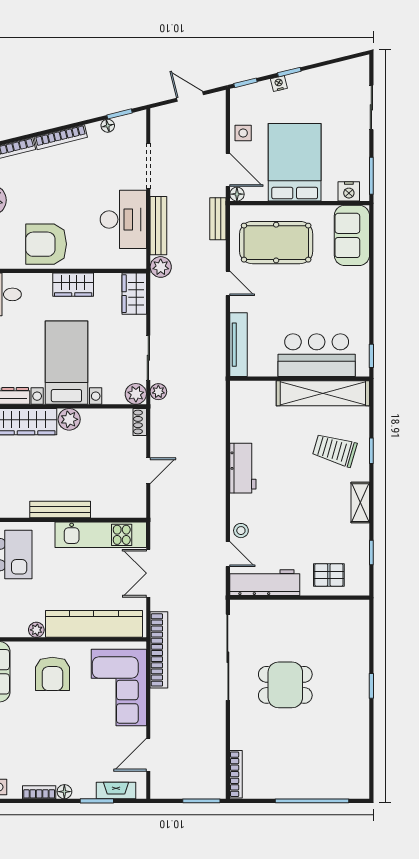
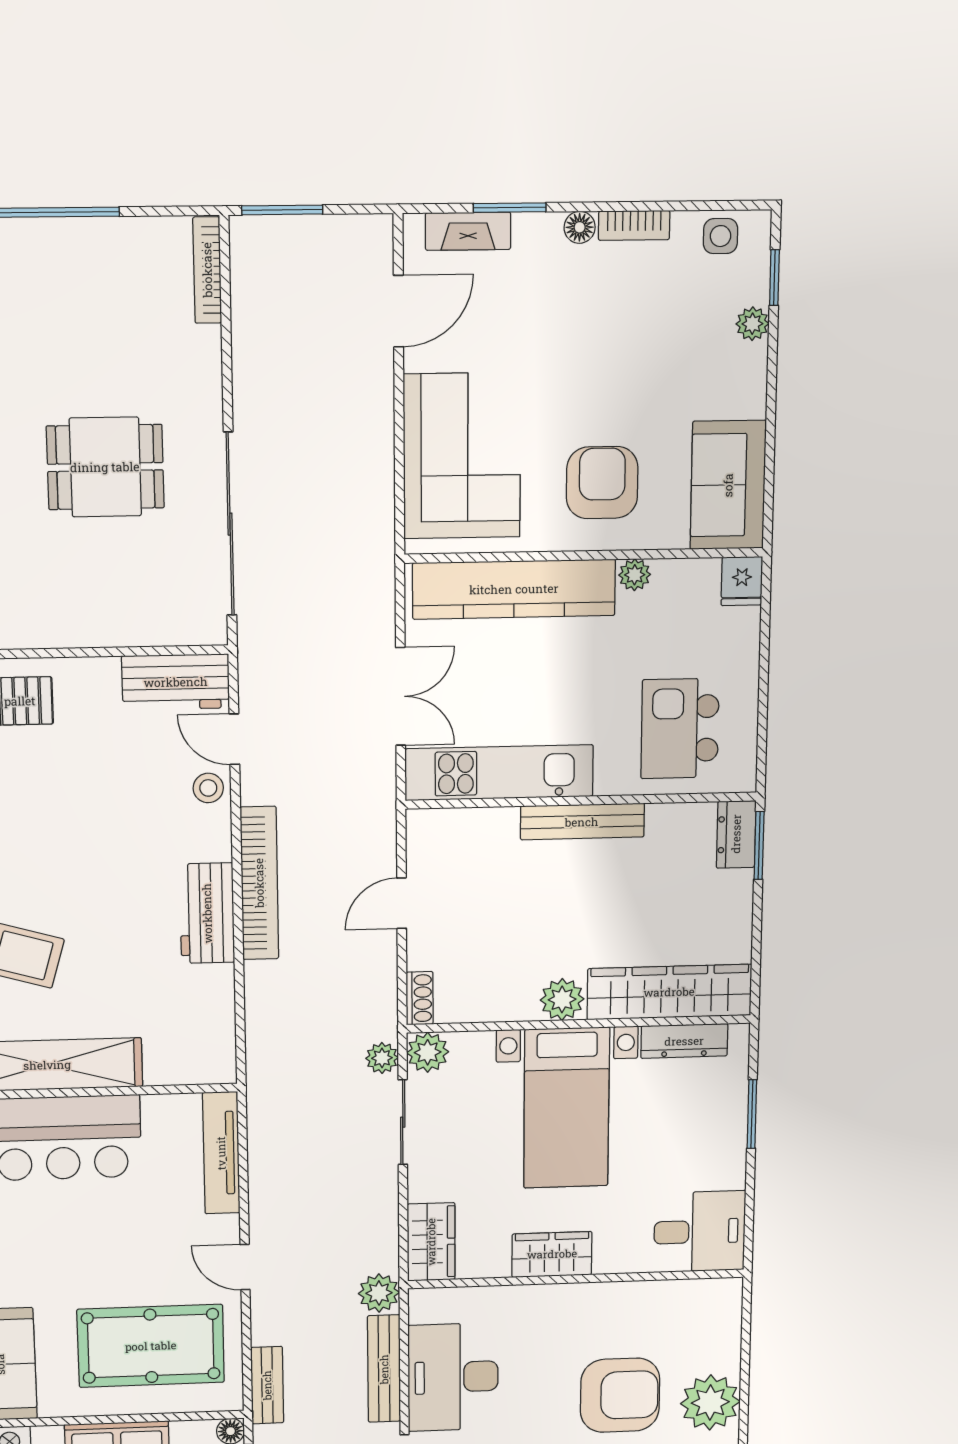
armchair: (46, 244) -> (620, 1395), moved
workbench: (265, 583) -> (176, 682), width x0.73
bookcase: (159, 650) -> (259, 883), moved, turned 180

